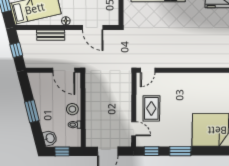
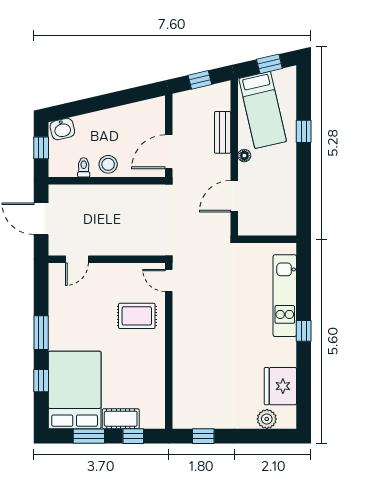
rug: (151, 108) -> (137, 316), moved
window: (32, 111) -> (105, 102), removed
window: (152, 151) -> (41, 381), moved

